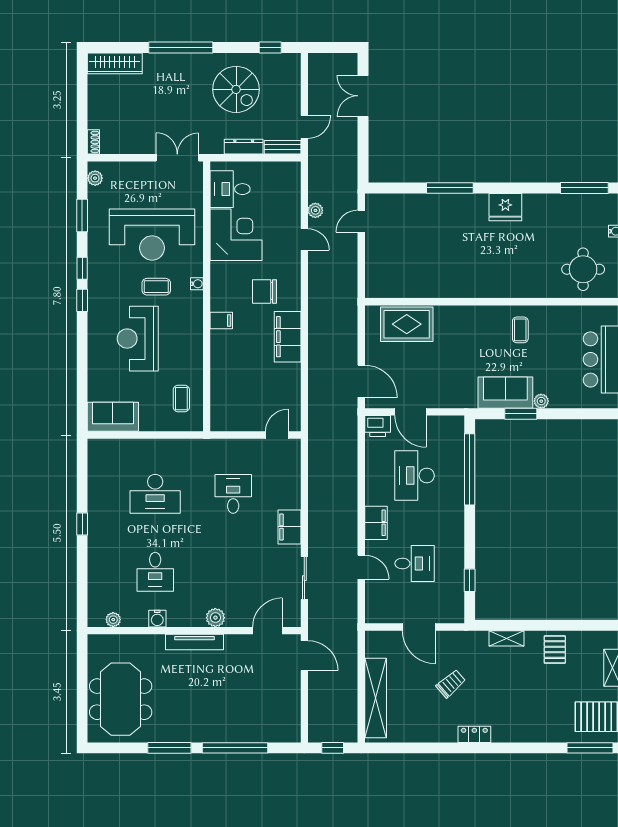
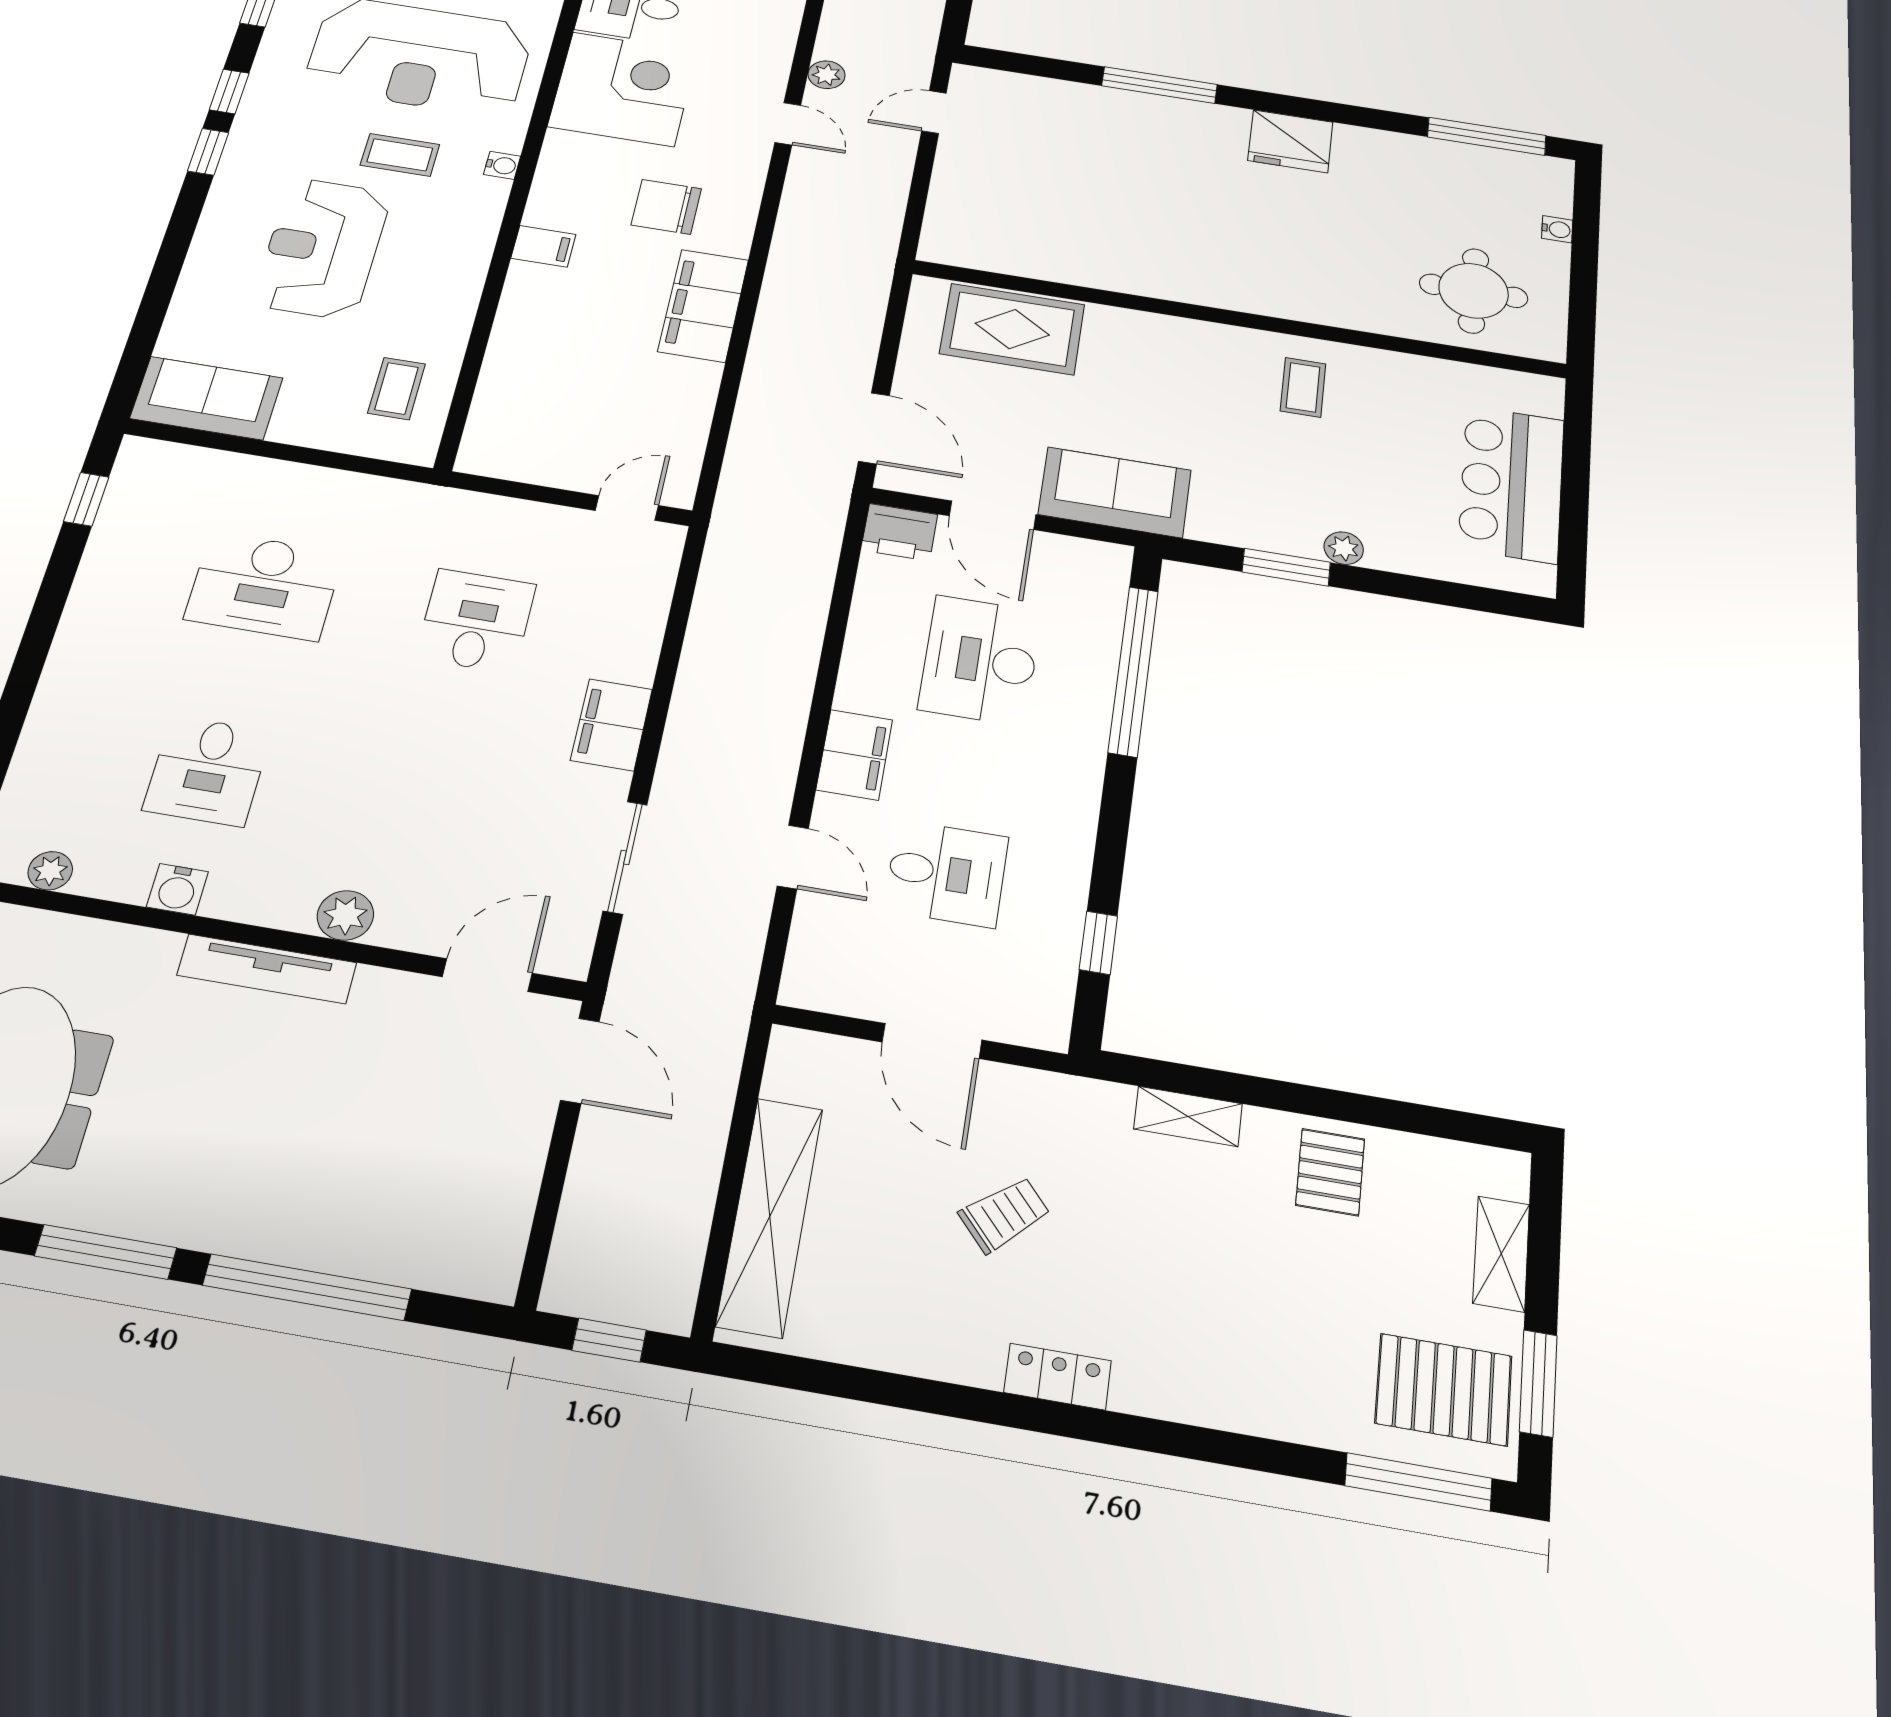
sofa: (505, 393) -> (1115, 492), moved
window: (82, 524) -> (86, 499), moved

